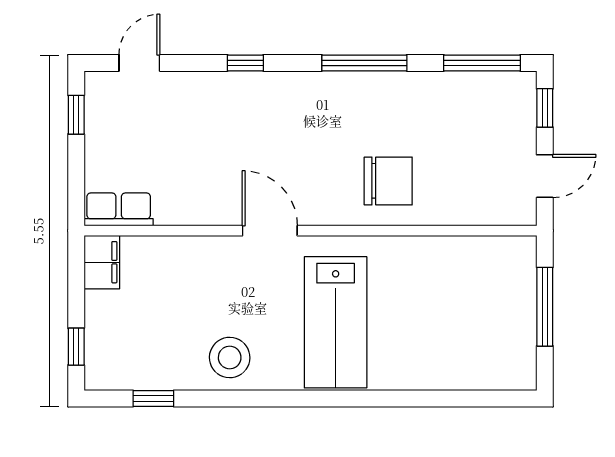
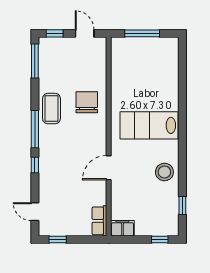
window: (364, 63) -> (35, 129), moved
coffee table: (374, 101) -> (51, 109), added
door: (270, 231) -> (109, 168), moved
lab bench: (336, 322) -> (149, 125), turned 180

